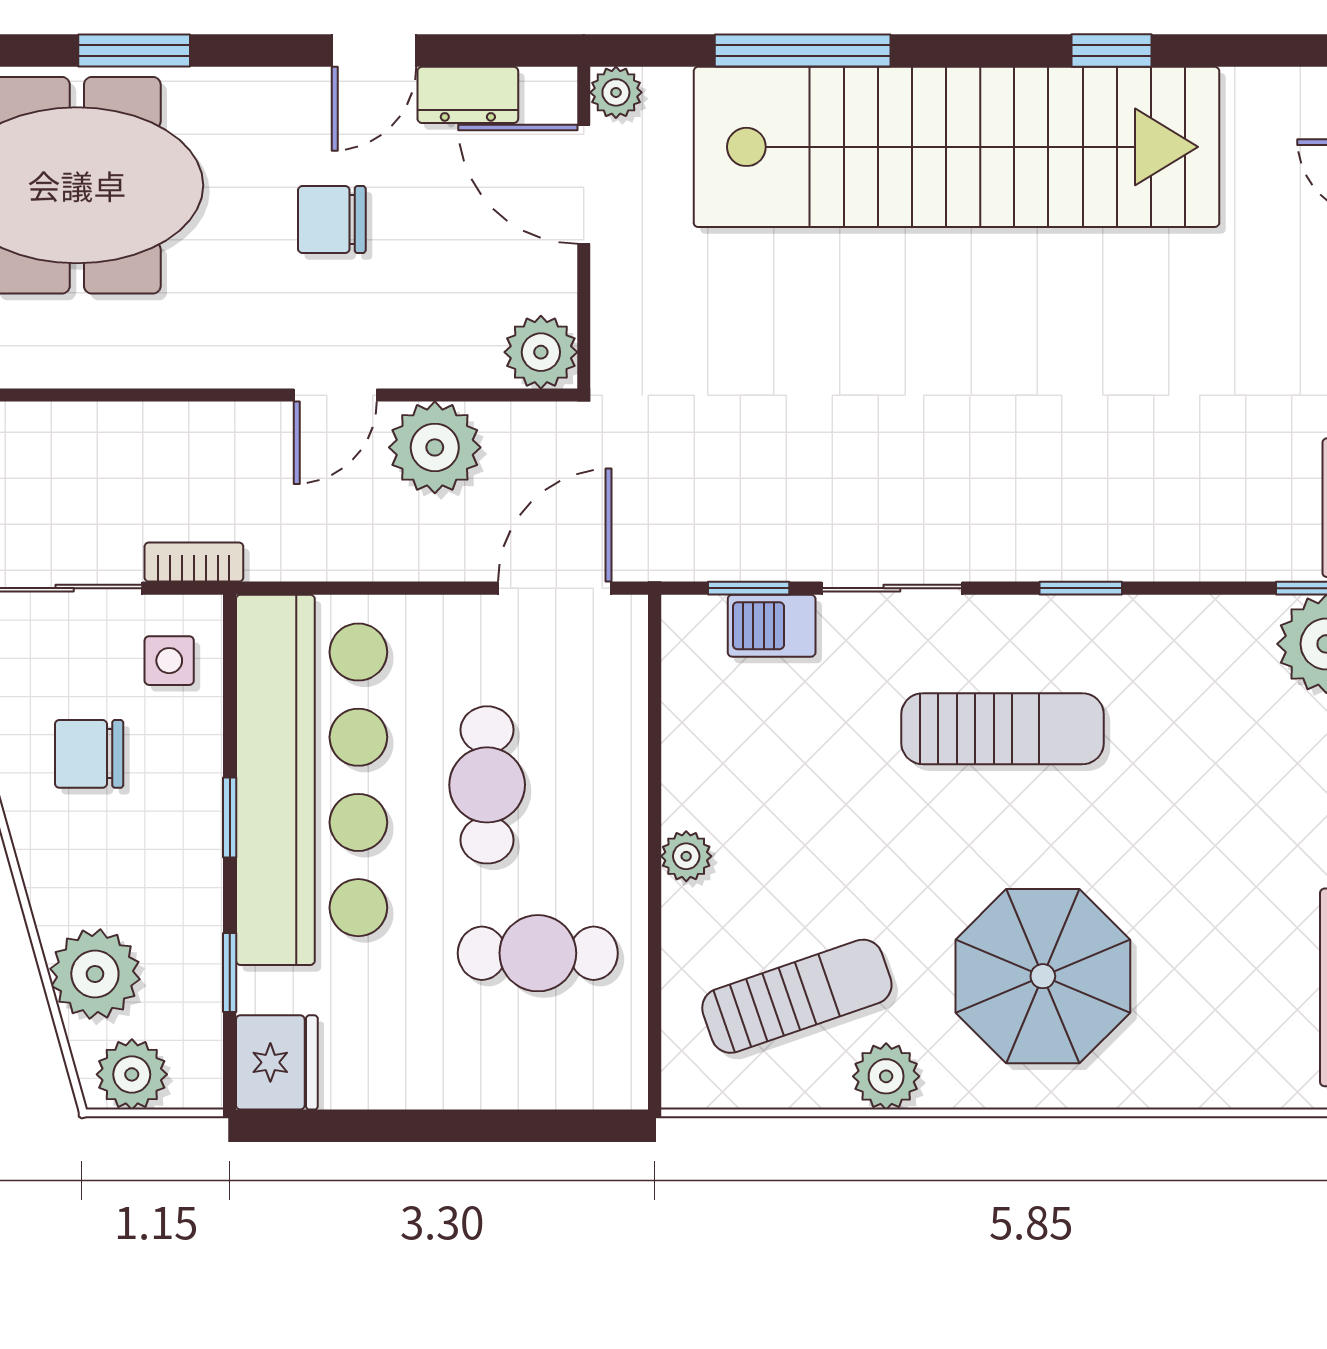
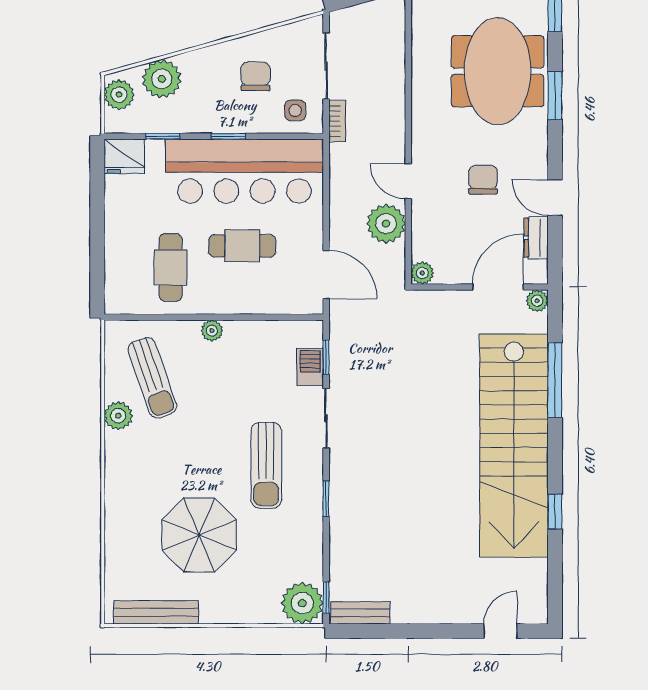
plant: (541, 352) -> (422, 273), width x0.73, depth x0.73
parasol: (1043, 976) -> (199, 535), moved

